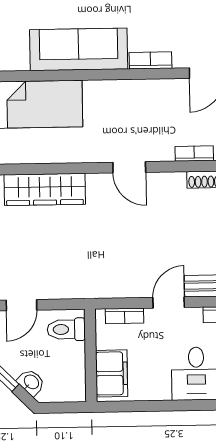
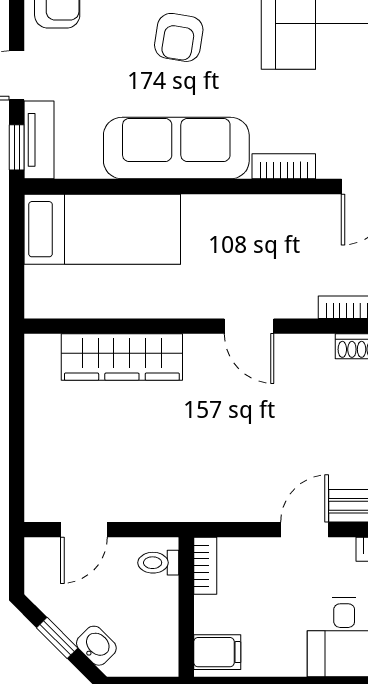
bookcase: (124, 316) -> (205, 566), moved, turned -90
toilet: (66, 329) -> (158, 563), width x0.73, depth x0.72
filing cabinet: (112, 373) -> (217, 652), width x0.50

